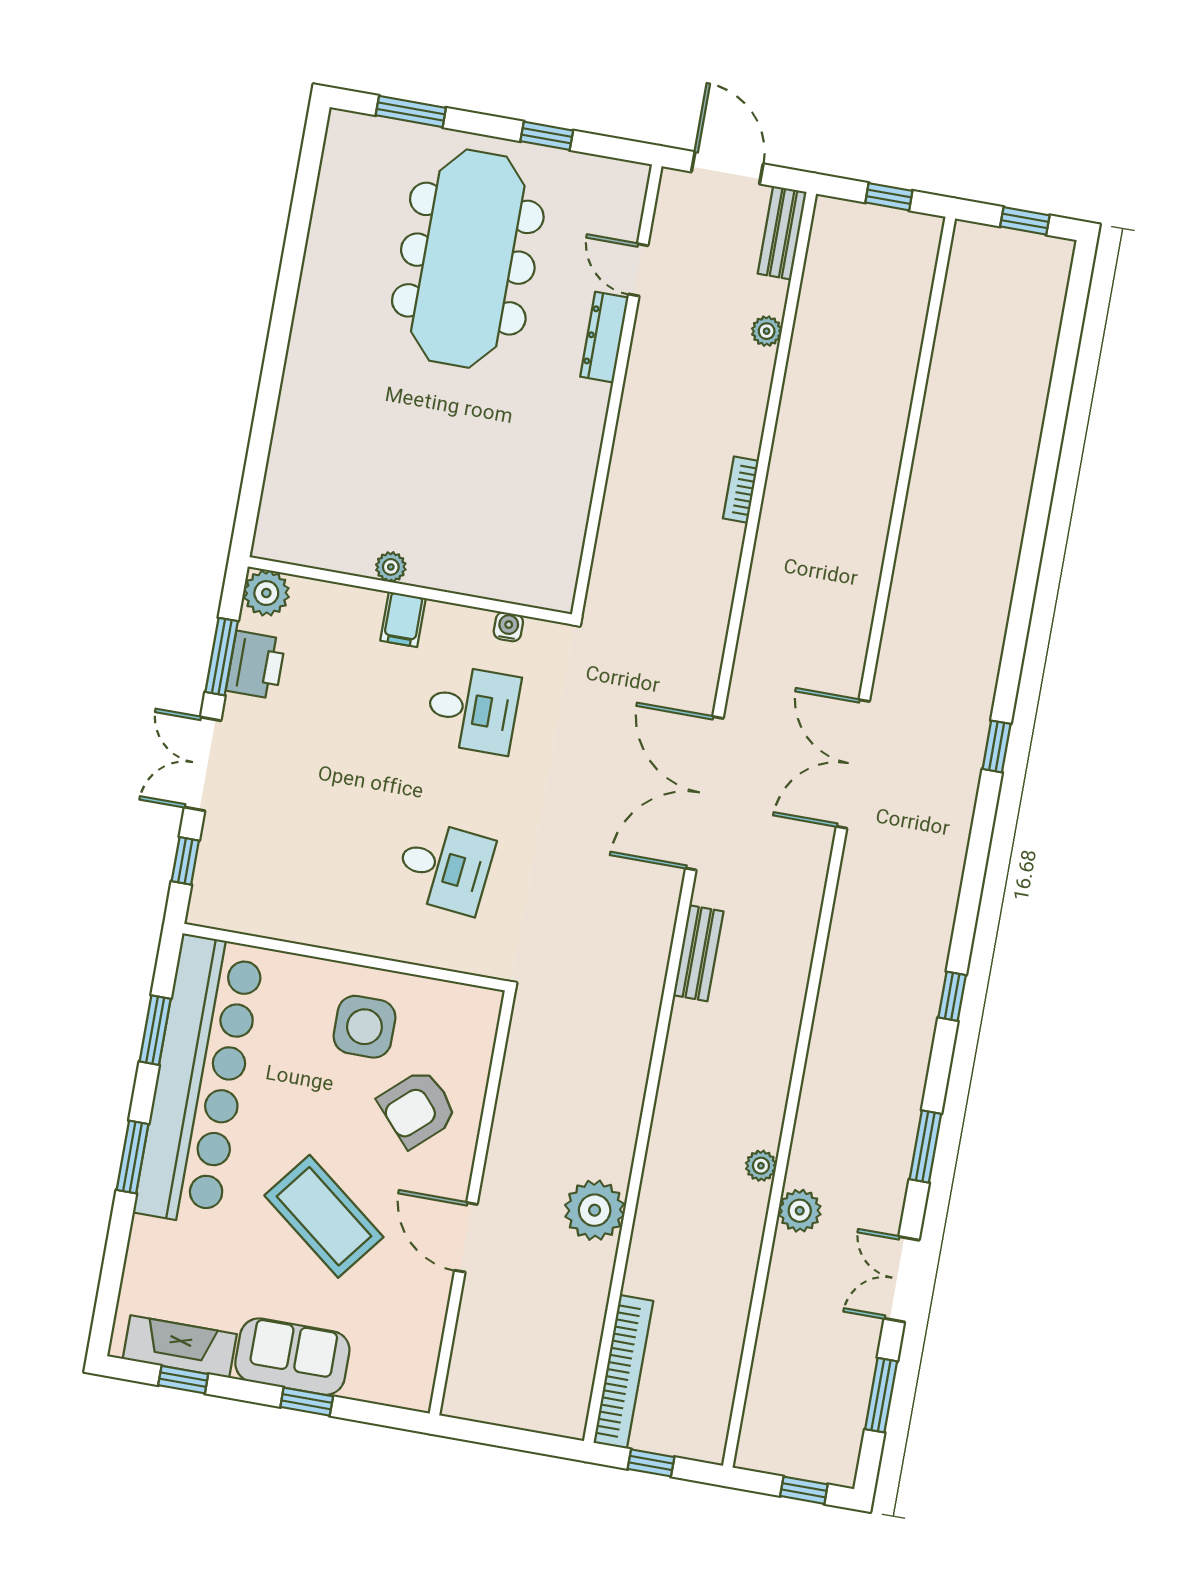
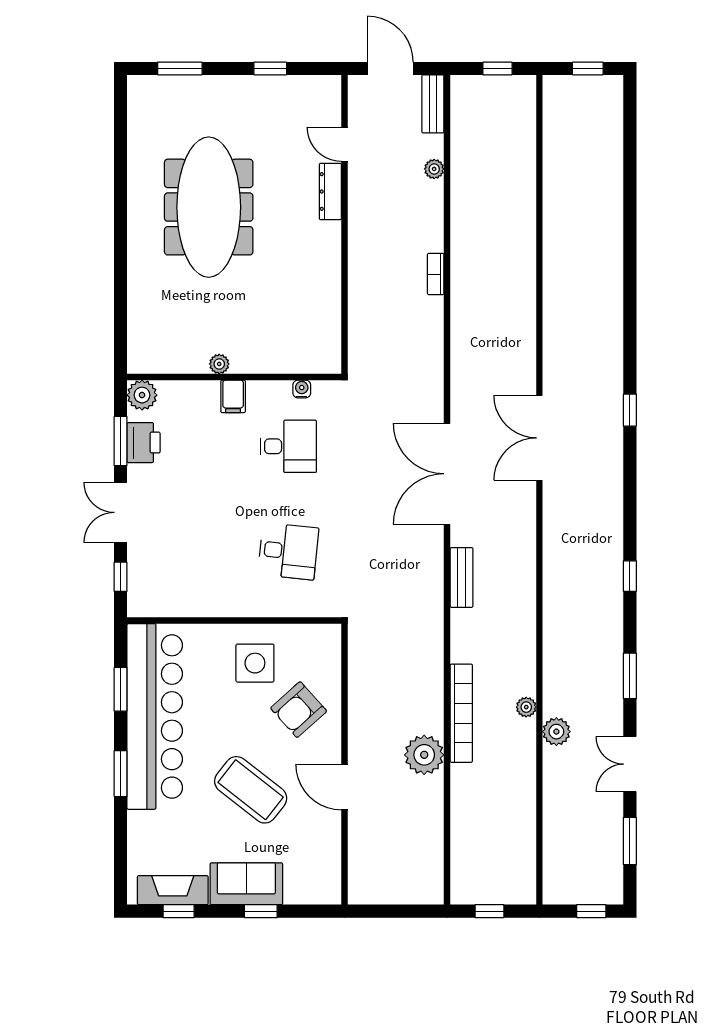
meeting table: (468, 259) -> (209, 207), moved
bookcase: (623, 1372) -> (461, 713), moved

